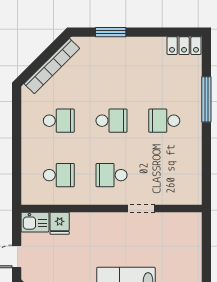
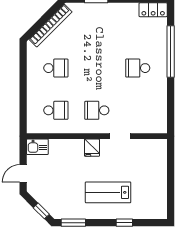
window: (206, 99) -> (171, 51), width x1.46
school desk: (112, 121) -> (97, 68), removed
fridge: (60, 223) -> (92, 148), moved

